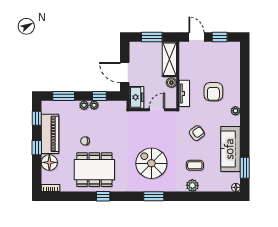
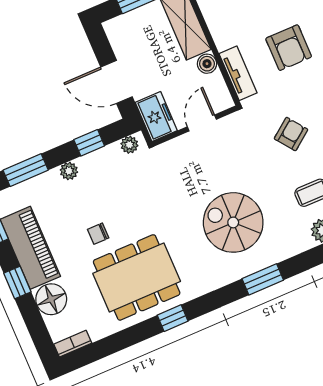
plant: (94, 105) -> (129, 145), moved

